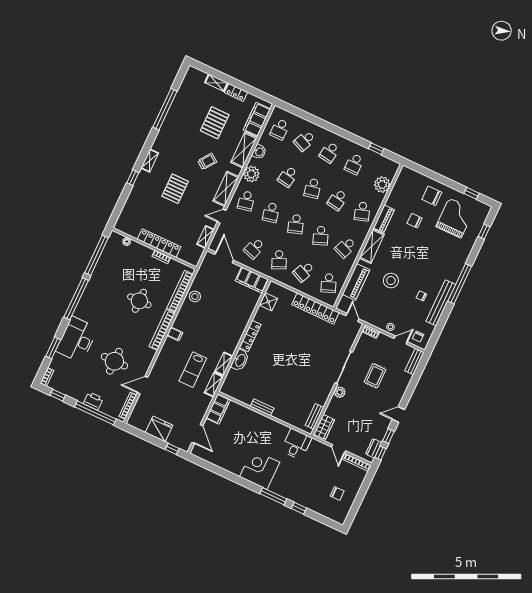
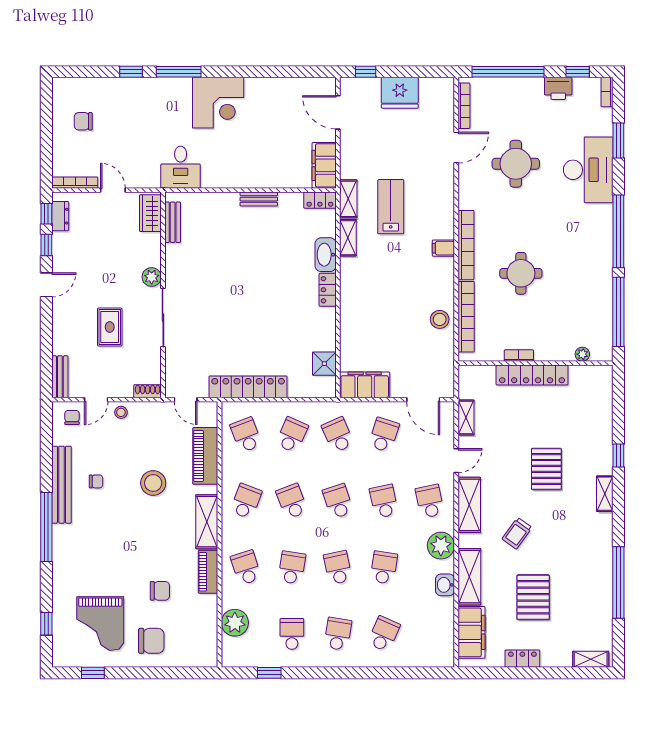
shelving: (216, 83) -> (591, 659), moved
school desk: (280, 129) -> (430, 634), removed
locker: (250, 336) -> (328, 290), width x0.66
locker: (229, 391) -> (320, 200), added
printer: (93, 401) -> (558, 88), moved

